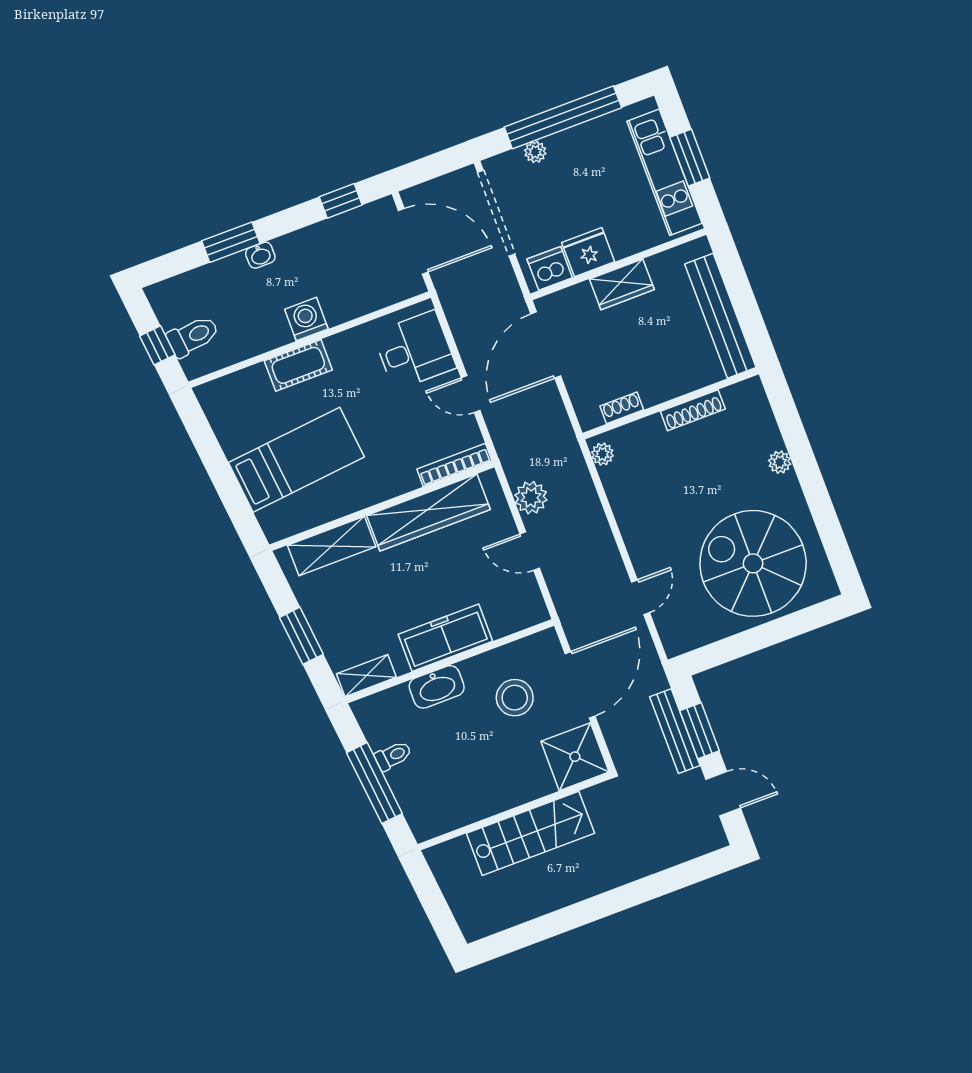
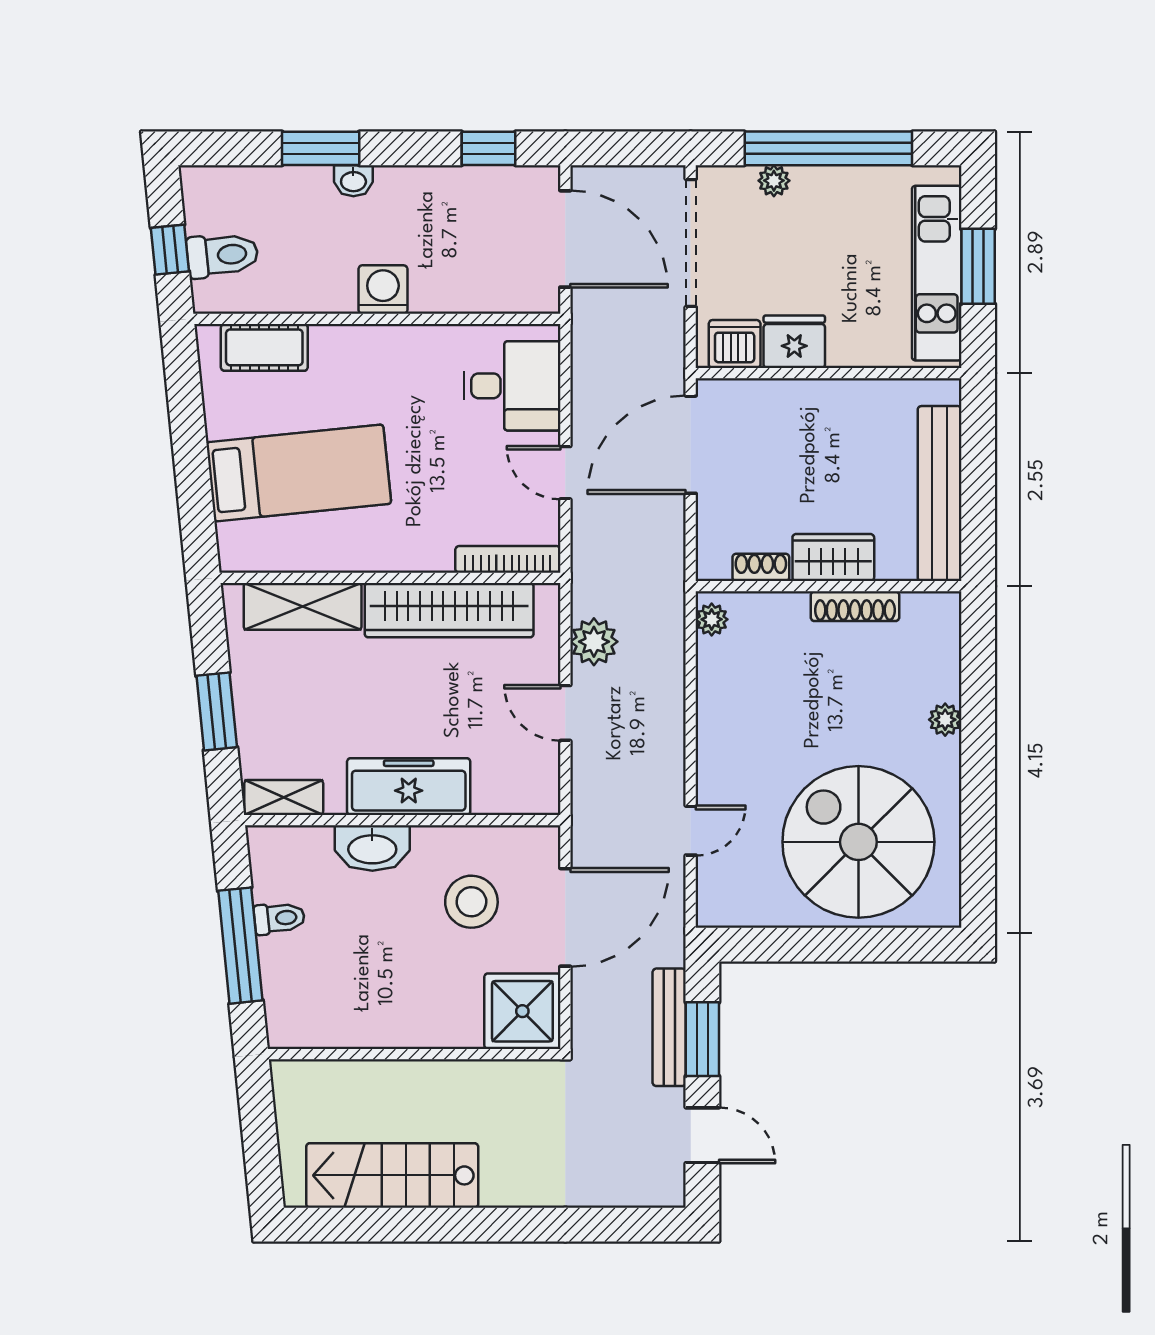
wardrobe: (622, 284) -> (833, 558), moved, turned 180
cot: (298, 365) -> (264, 347), moved
stairs: (530, 833) -> (392, 1175), moved, turned 180

